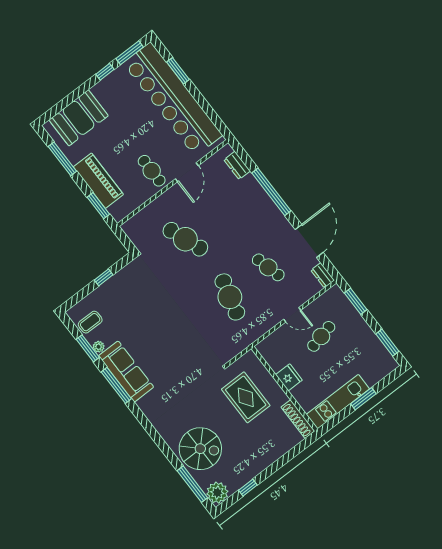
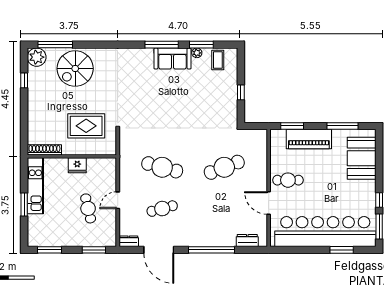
sofa: (126, 371) -> (172, 59), width x0.73

